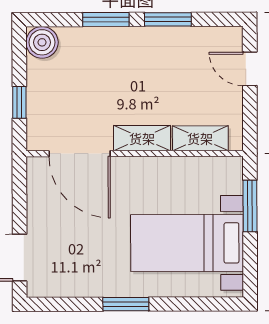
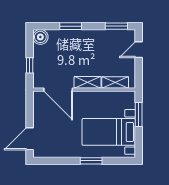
window: (168, 19) -> (116, 26), moved
door: (250, 69) -> (139, 50), hinge flipped
window: (126, 304) -> (91, 161), moved

